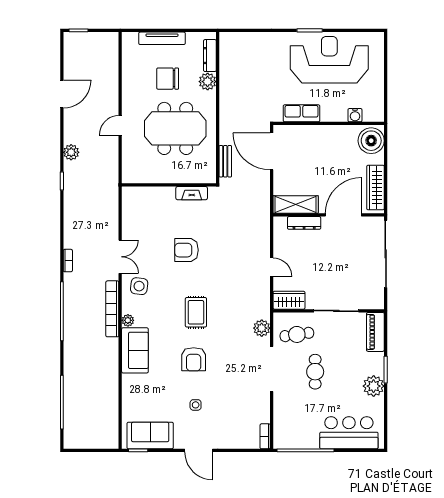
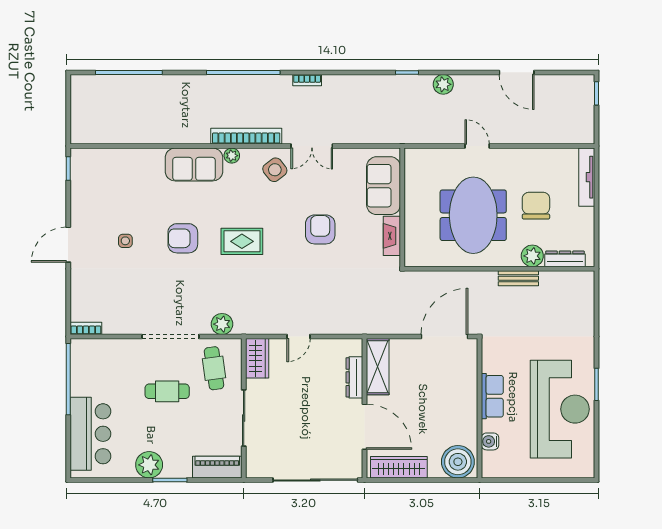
tv unit: (162, 38) -> (587, 177), moved
row of seats: (301, 113) -> (492, 396), moved
bench: (225, 161) -> (518, 278), moved
side table: (139, 286) -> (275, 170), turned 45
sofa: (150, 436) -> (383, 186), moved, turned 180

